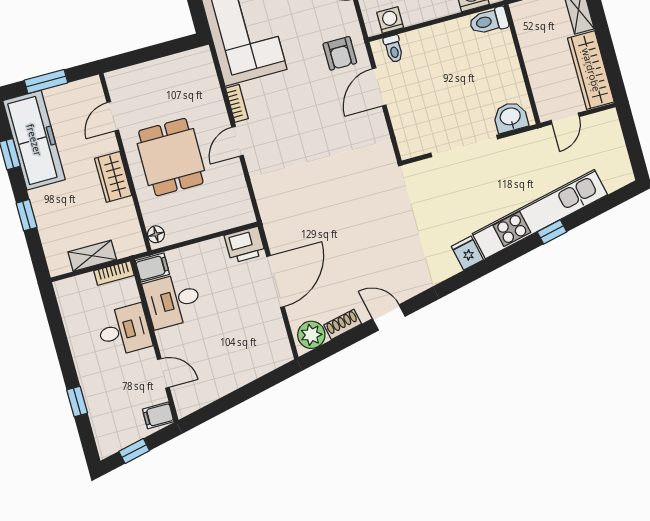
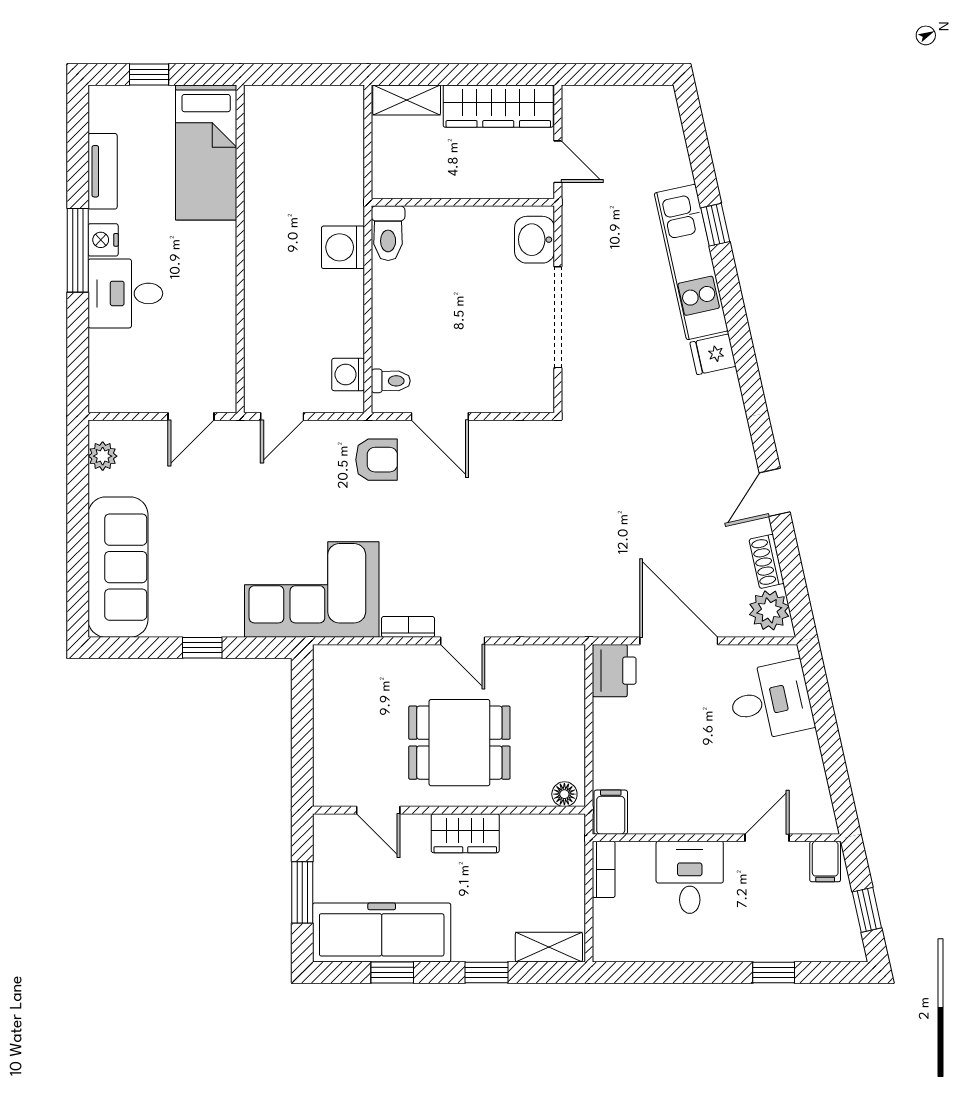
kitchen unit: (540, 214) -> (691, 262), width x0.73
shelving: (92, 256) -> (549, 947), moved, turned 90
desk: (173, 300) -> (771, 701), moved, turned -102

